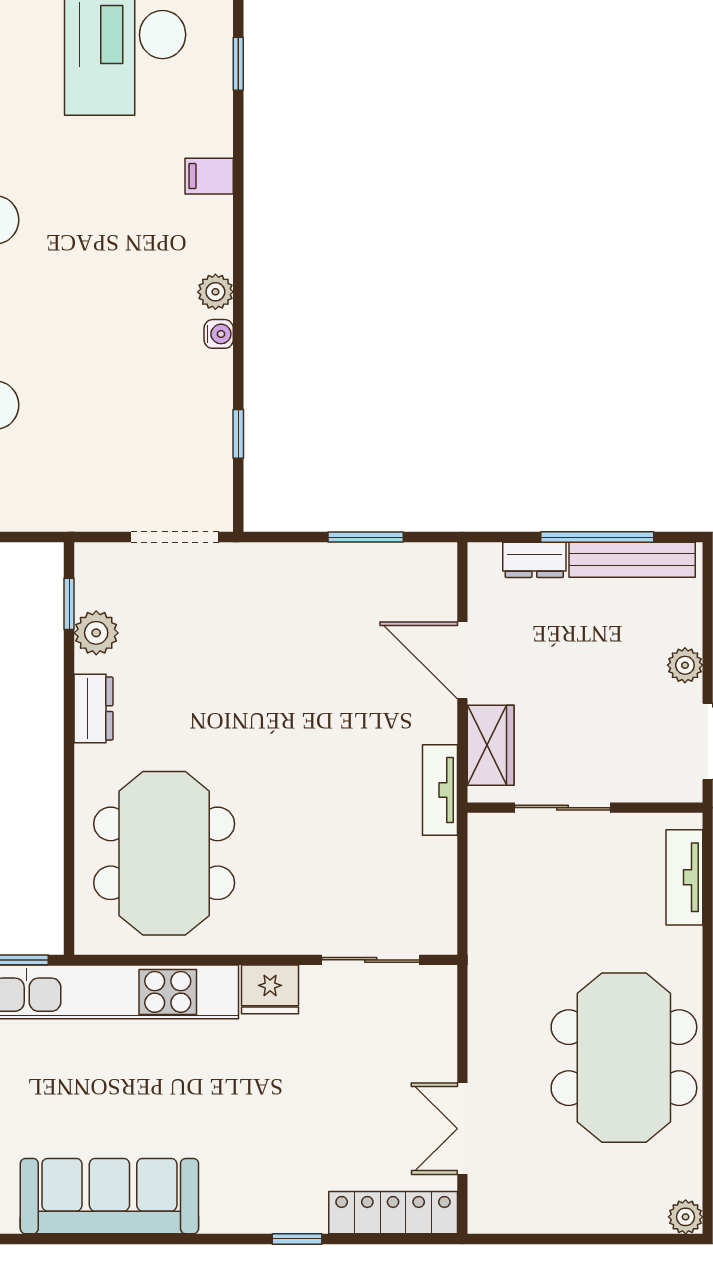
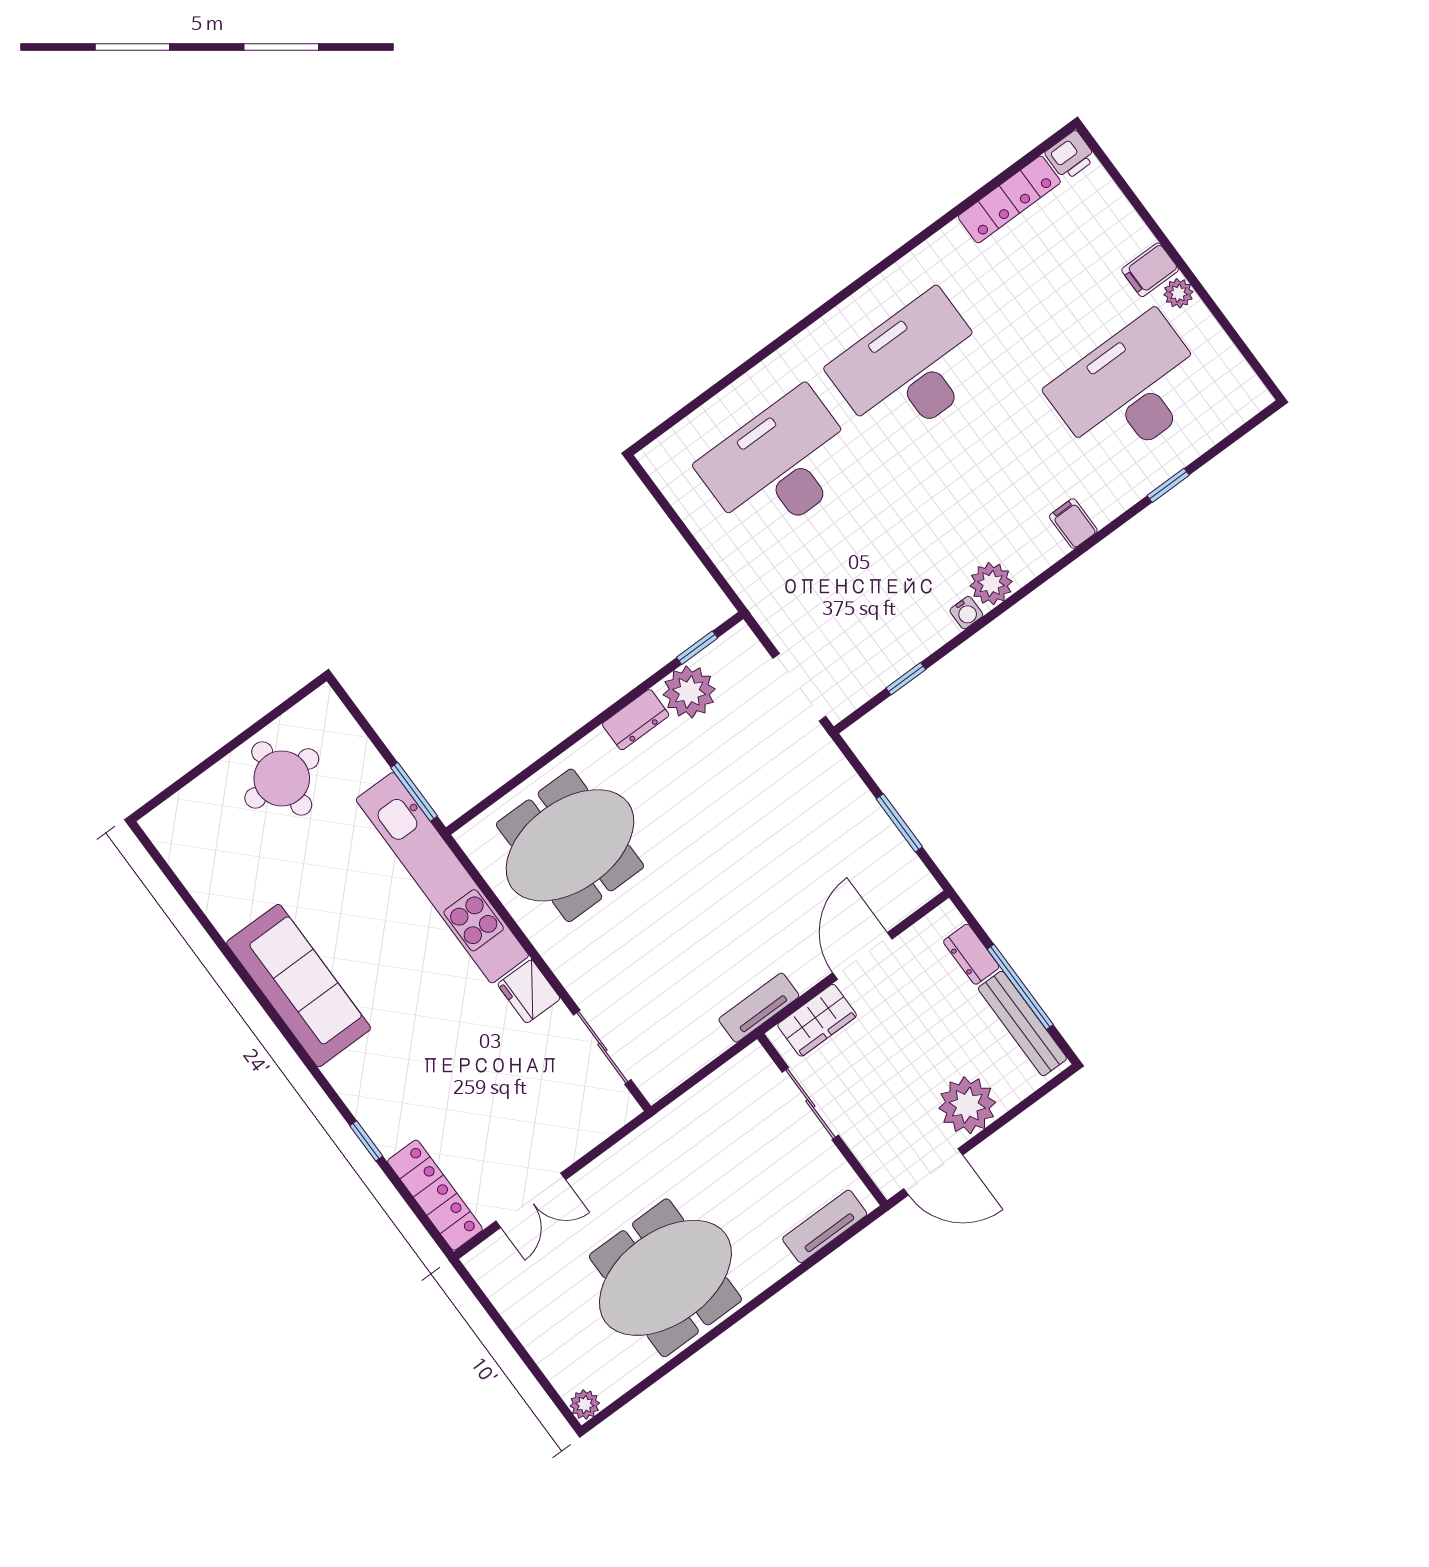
plant: (215, 292) -> (991, 584), width x1.38, depth x1.38
plant: (96, 633) -> (689, 692), width x1.36, depth x1.36
plant: (685, 665) -> (967, 1105), width x1.88, depth x1.88
double door: (462, 1129) -> (531, 1200), swing flipped

